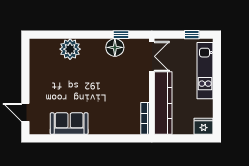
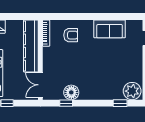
window: (56, 35) -> (120, 103), added
plant: (70, 49) -> (132, 91), moved
armchair: (116, 116) -> (71, 35), added

